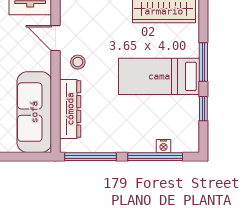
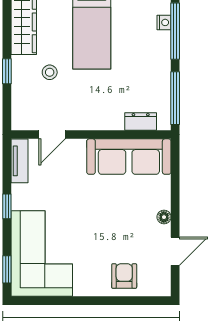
stool: (78, 62) -> (50, 72), moved
dresser: (70, 109) -> (141, 122), width x0.51, depth x0.80

